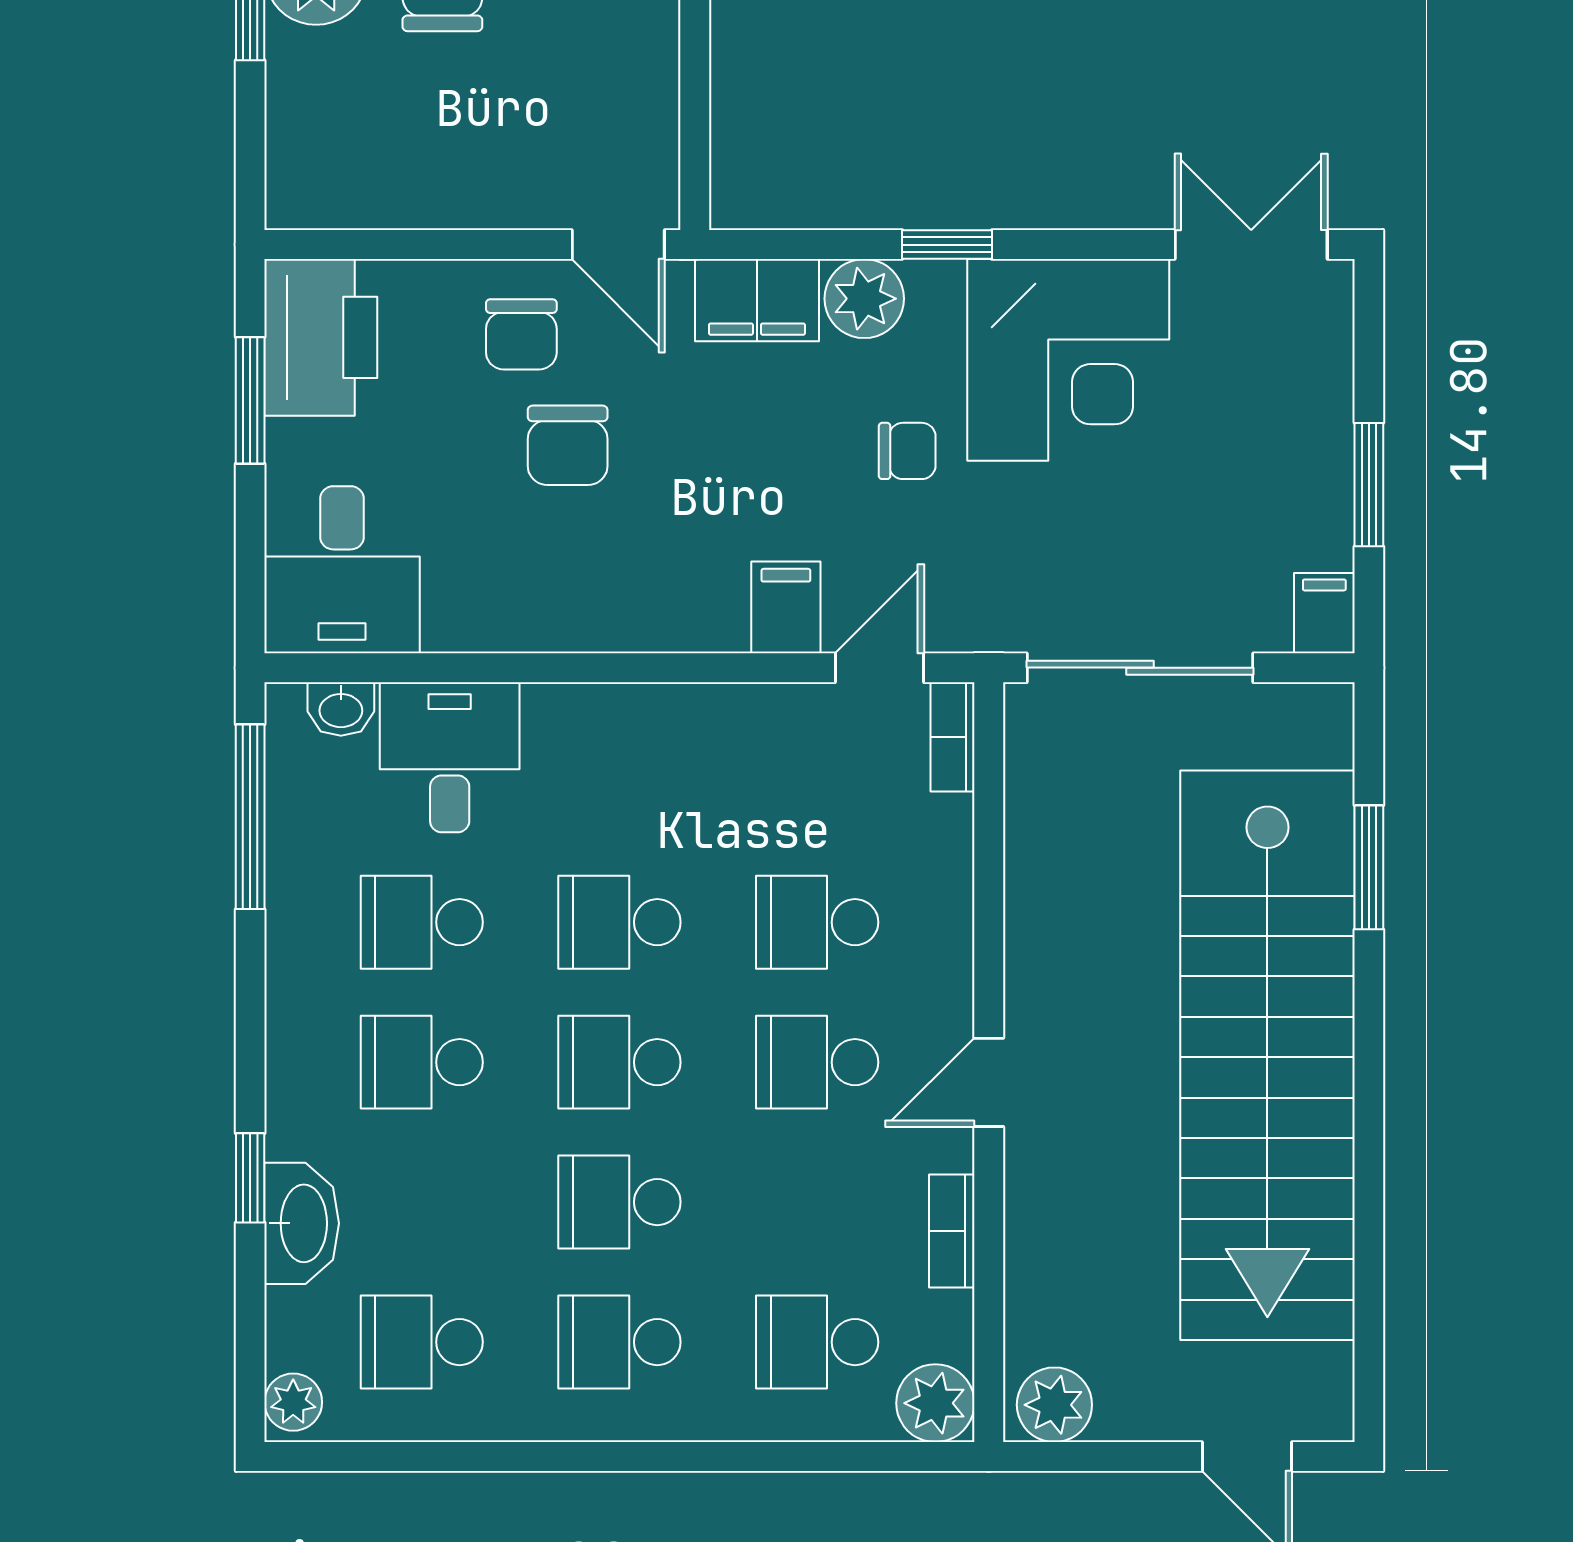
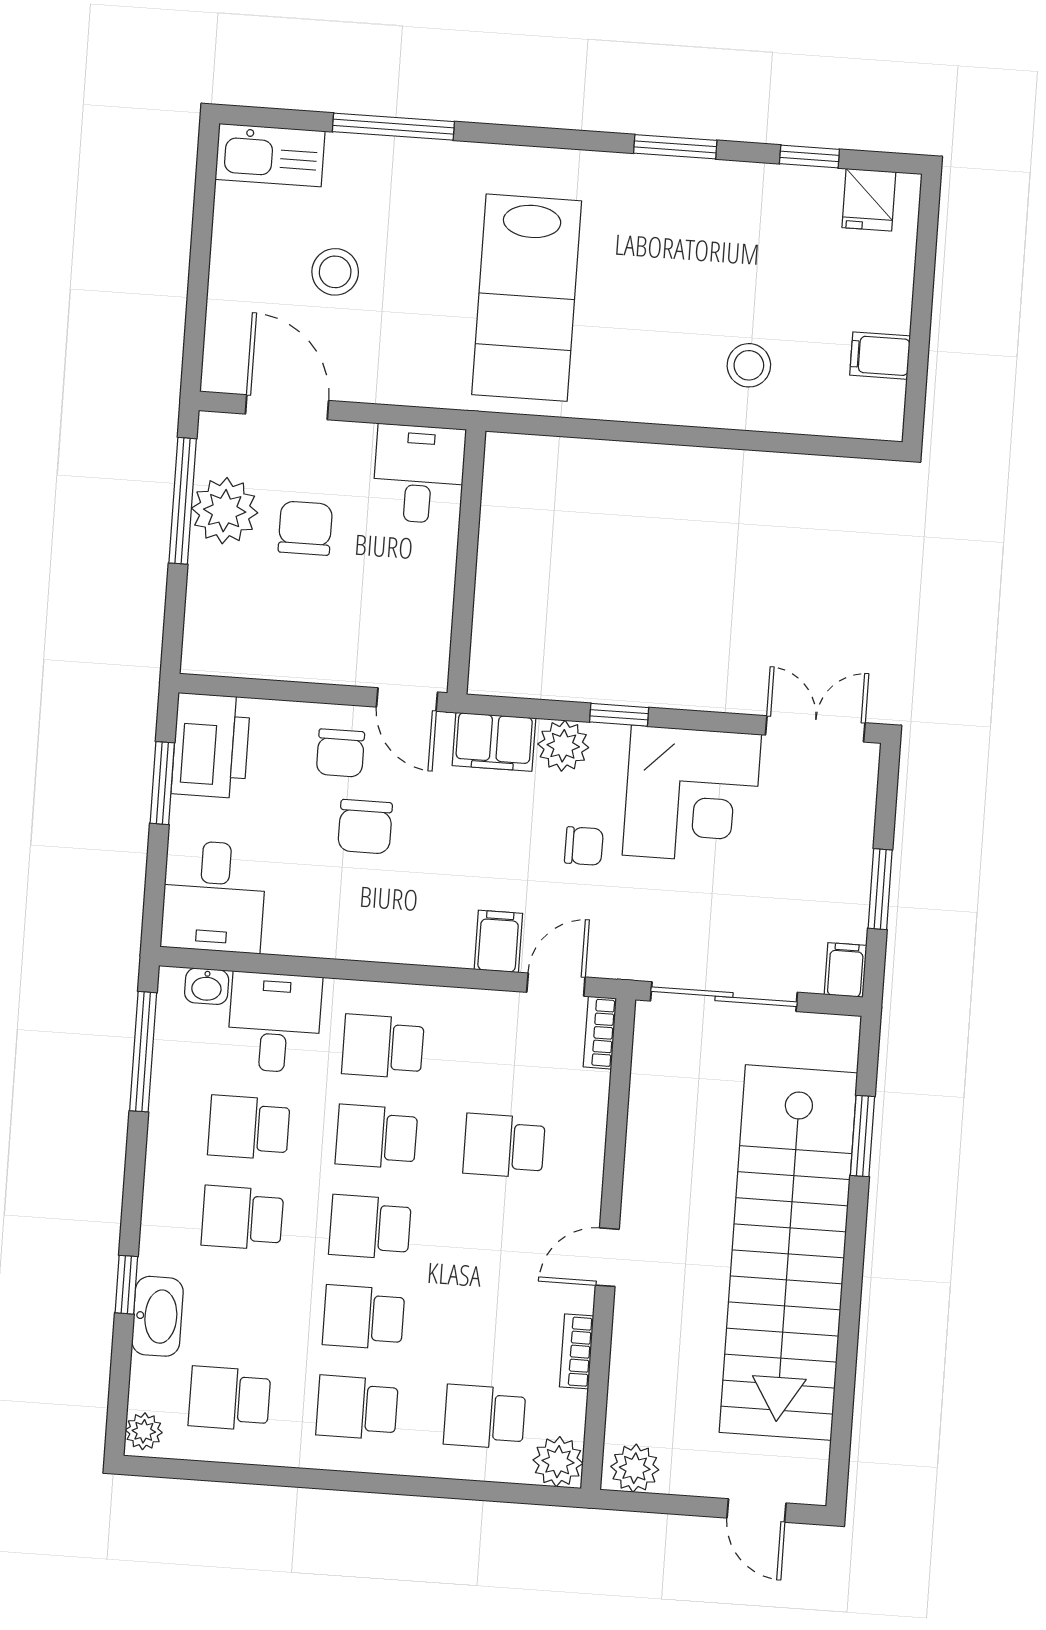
school desk: (817, 1062) -> (383, 1046), moved

